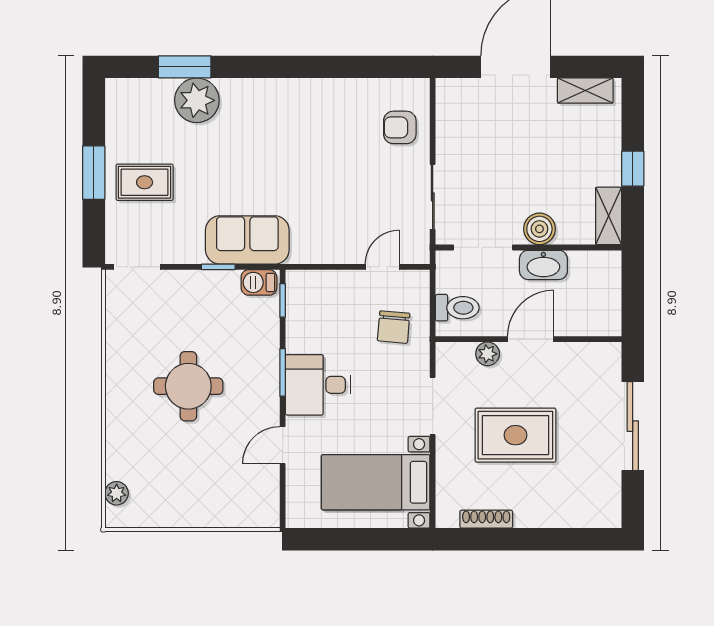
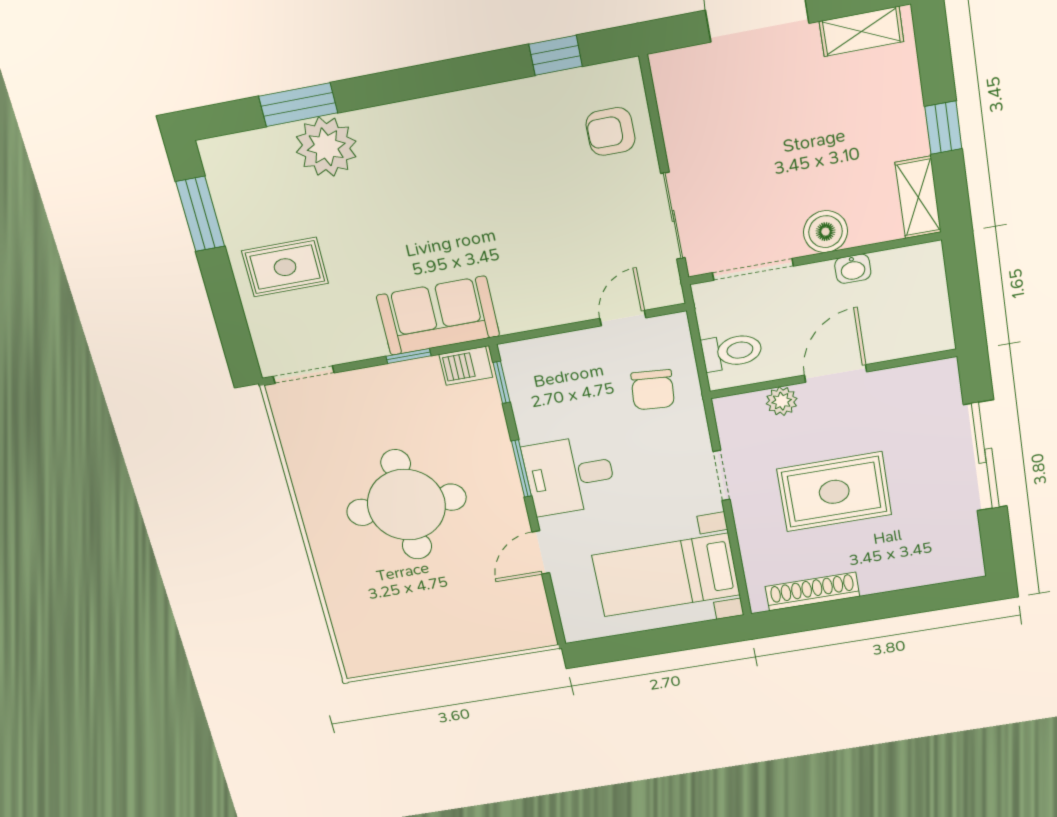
window: (372, 67) -> (556, 55), added
window: (94, 173) -> (200, 214), moved
washbasin: (543, 265) -> (853, 269), width x0.52, depth x0.69
round table: (188, 386) -> (406, 505), width x1.36, depth x1.36
doorway: (433, 406) -> (721, 475), width x0.73
plant: (117, 493) -> (350, 639), removed
shoe rack: (486, 519) -> (812, 591), width x1.36, depth x1.24

